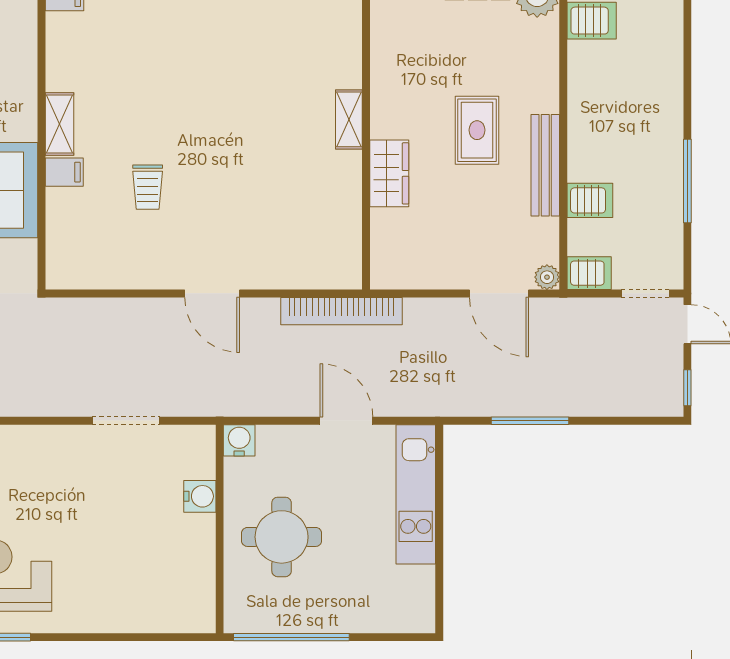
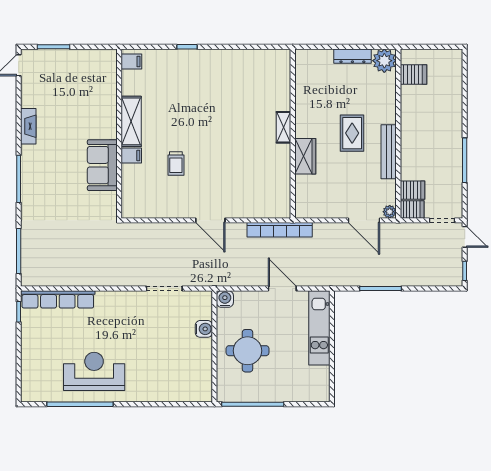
shelving: (59, 124) -> (131, 121), width x1.50, depth x1.33
server rack: (590, 200) -> (413, 190), moved

